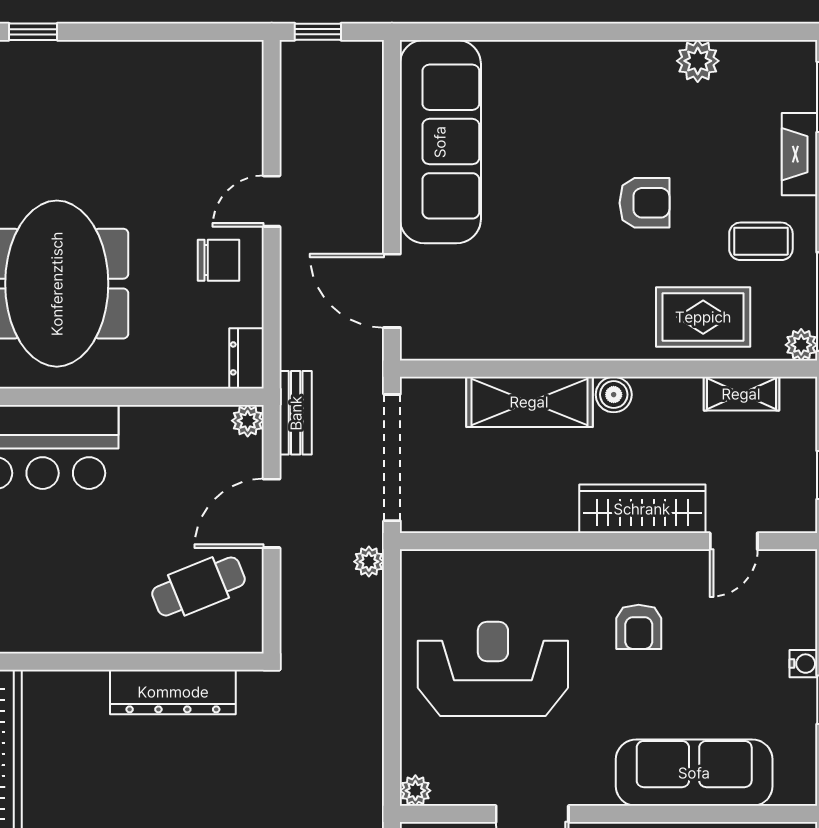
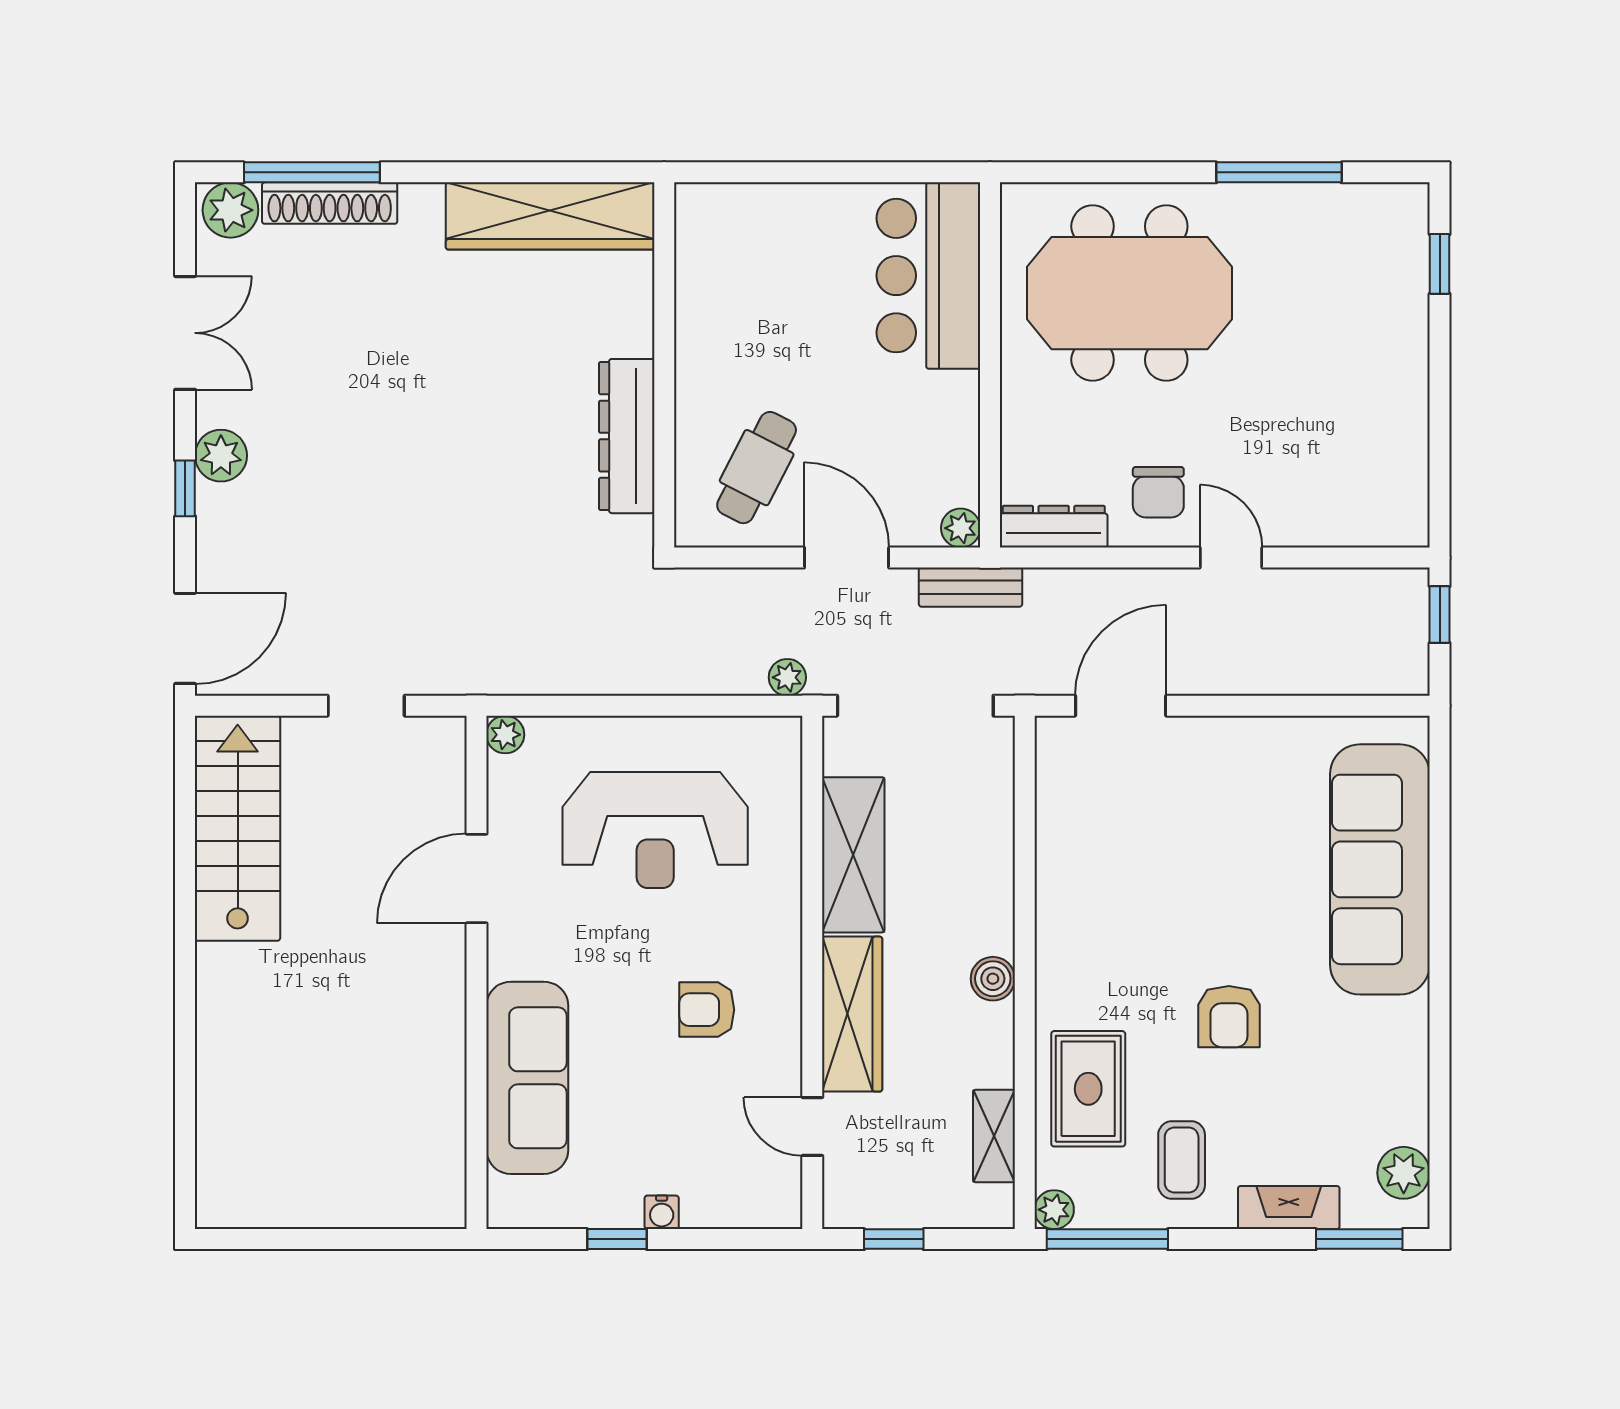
plant: (698, 61) -> (1404, 1173), moved
sofa: (440, 142) -> (1380, 869), moved, turned 90
dresser: (247, 358) -> (1054, 527), width x1.44
shelving: (529, 402) -> (853, 855), moved
cafe table: (199, 586) -> (757, 468), turned 49
reception desk: (493, 669) -> (655, 830), turned 90

